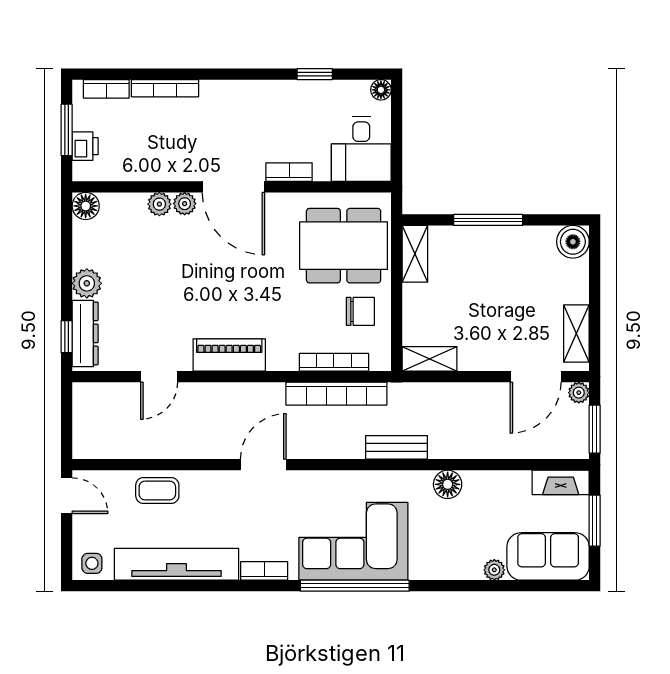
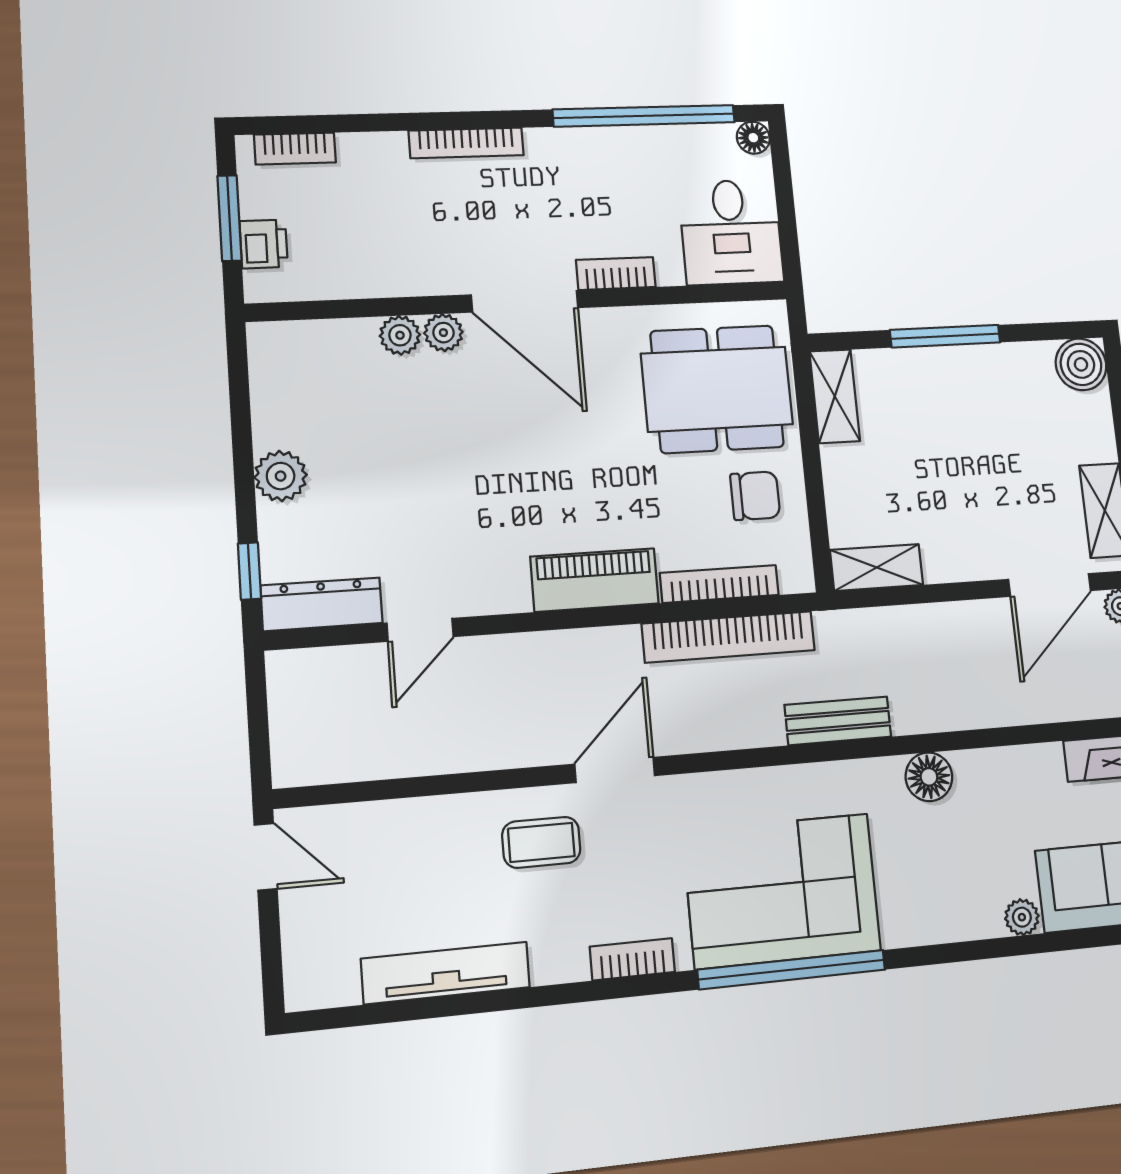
window: (315, 74) -> (644, 116), width x3.17
bookcase: (165, 88) -> (466, 143), moved
floor lamp: (86, 206) -> (271, 344), removed
dresser: (85, 333) -> (322, 604), moved, turned -90
piano: (229, 355) -> (595, 580), moved
coffee table: (157, 490) -> (541, 842), moved
side table: (92, 563) -> (320, 977), removed
tv unit: (176, 564) -> (446, 973), width x0.73, depth x0.78

